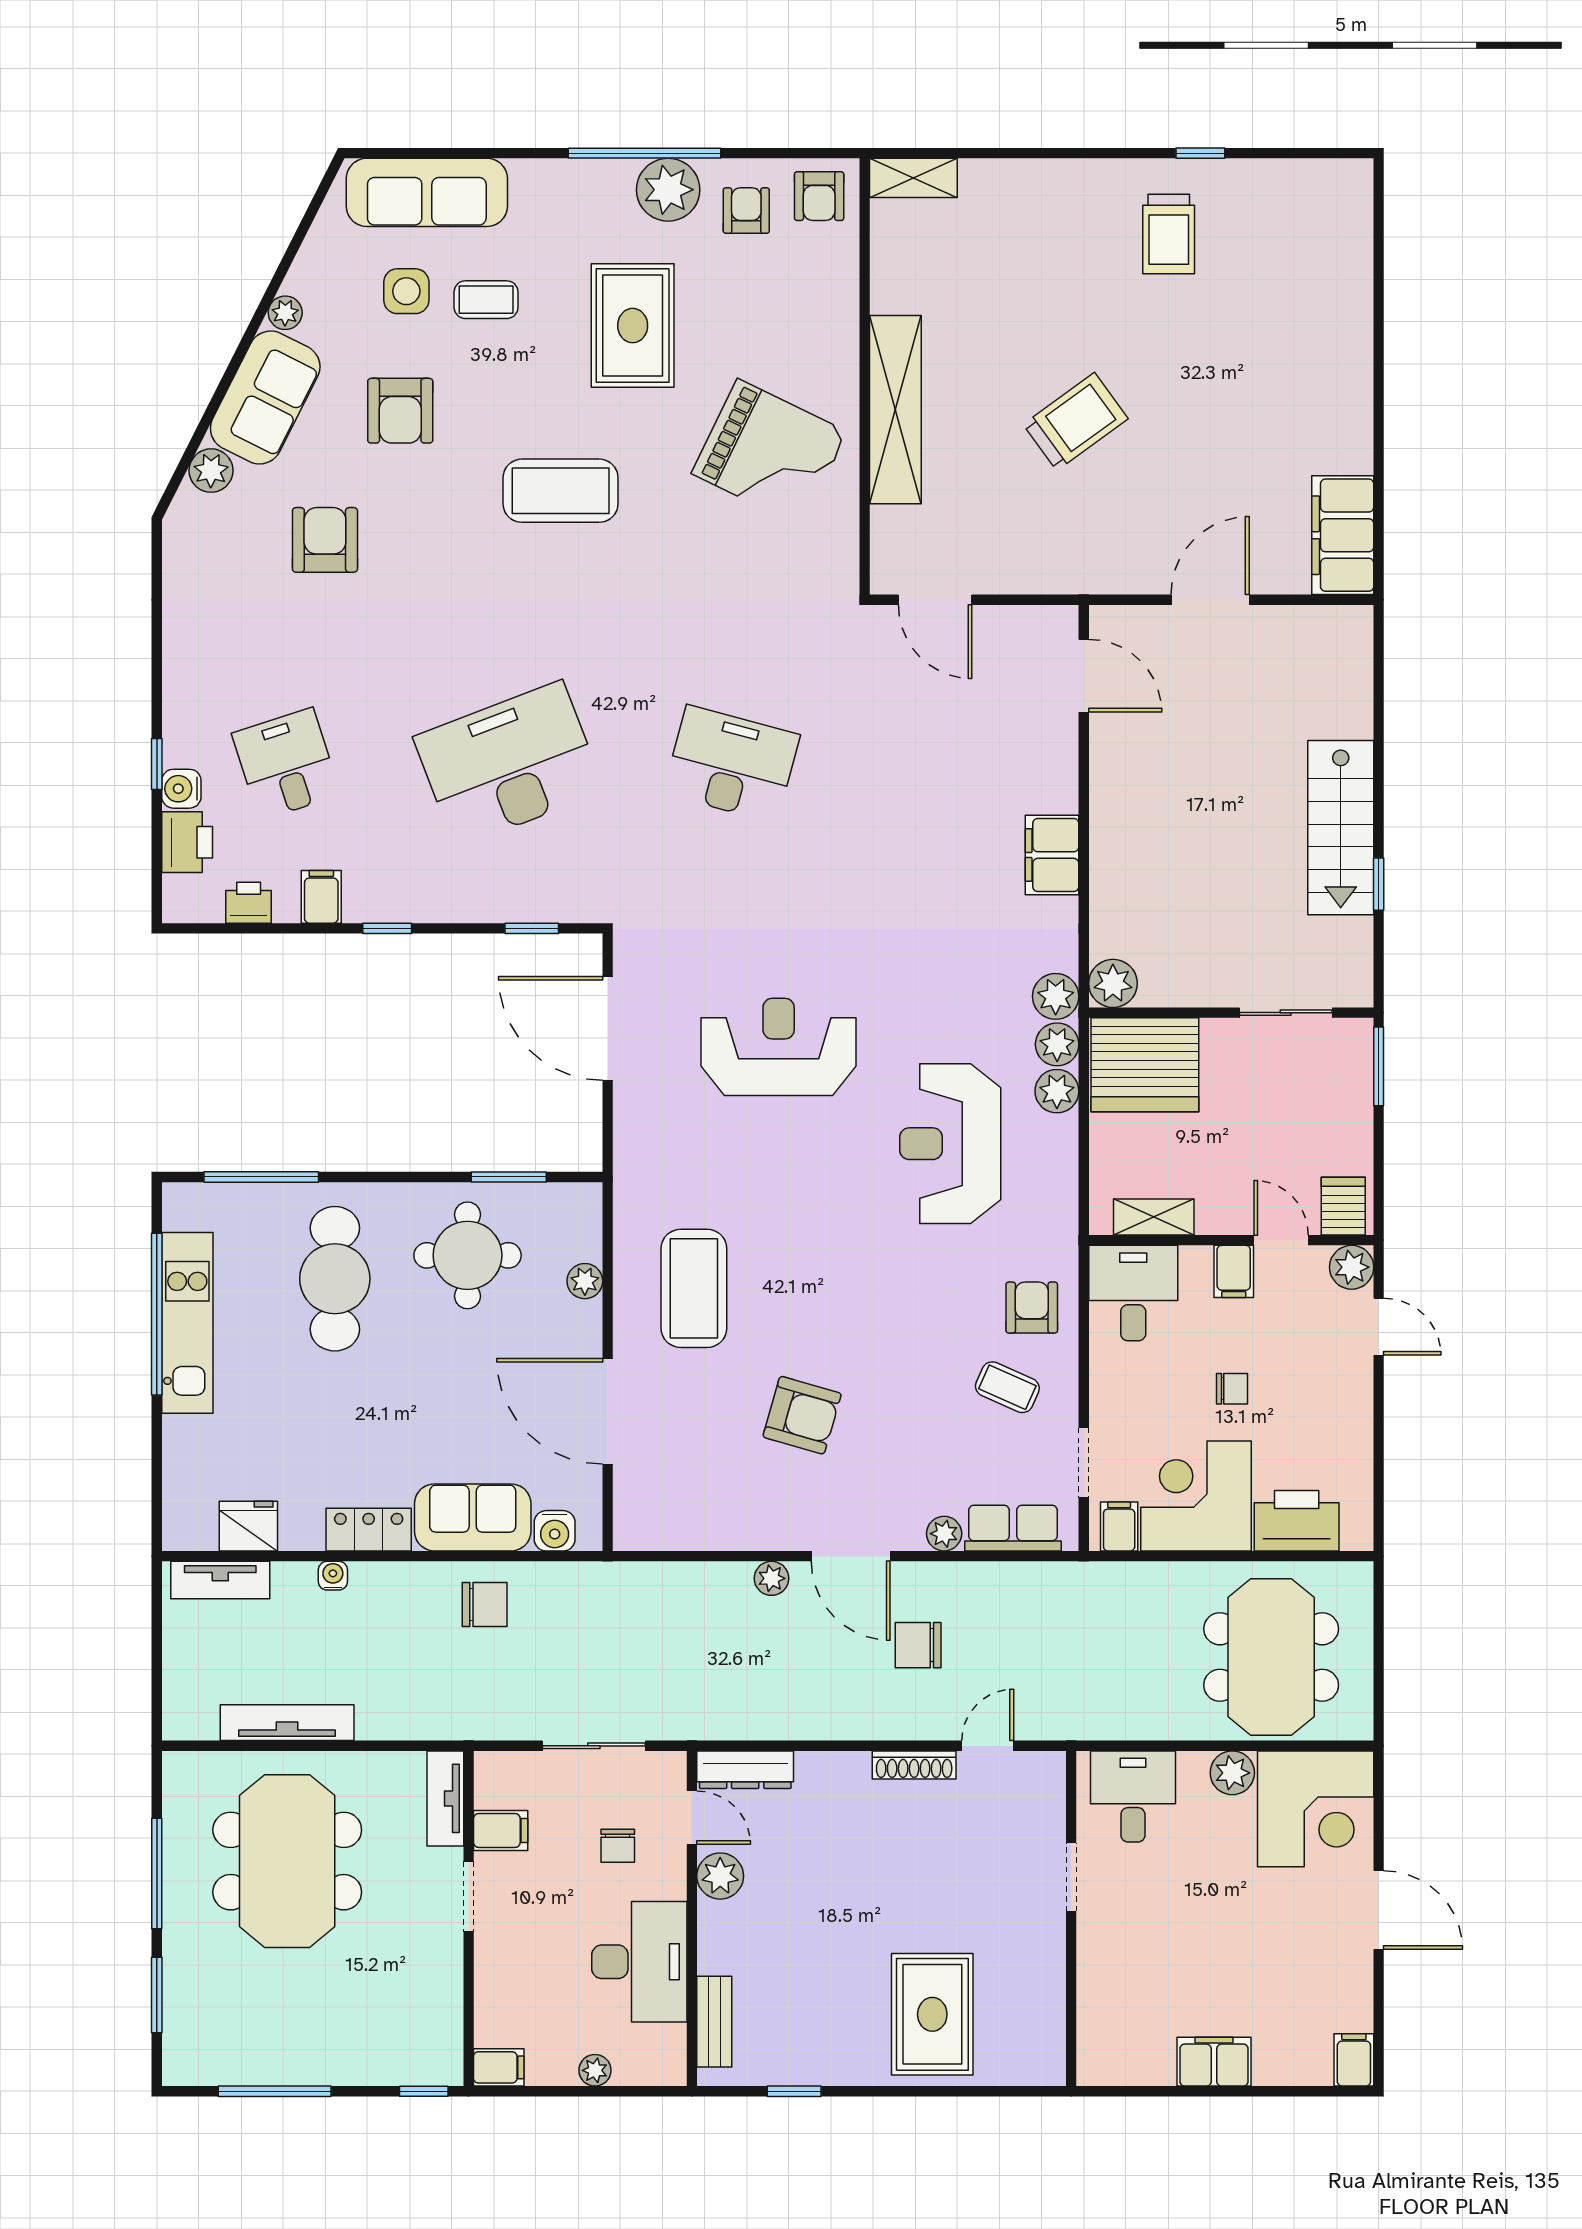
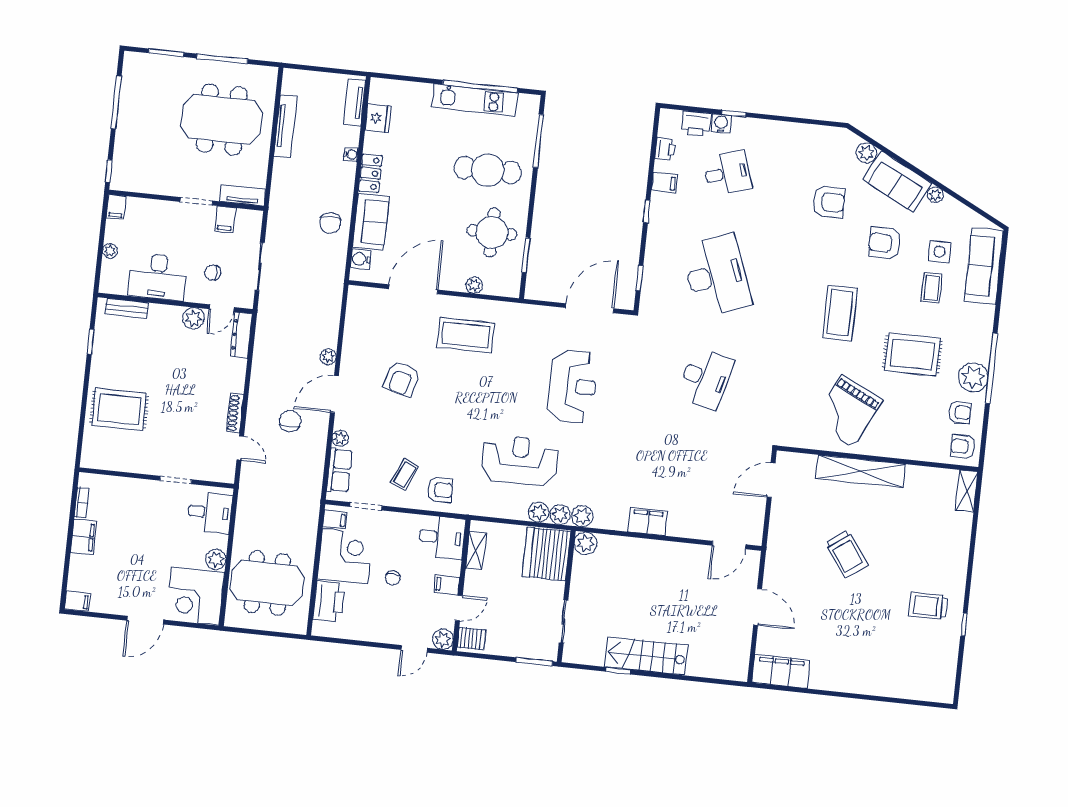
bookcase: (1142, 2073) -> (82, 503), added

